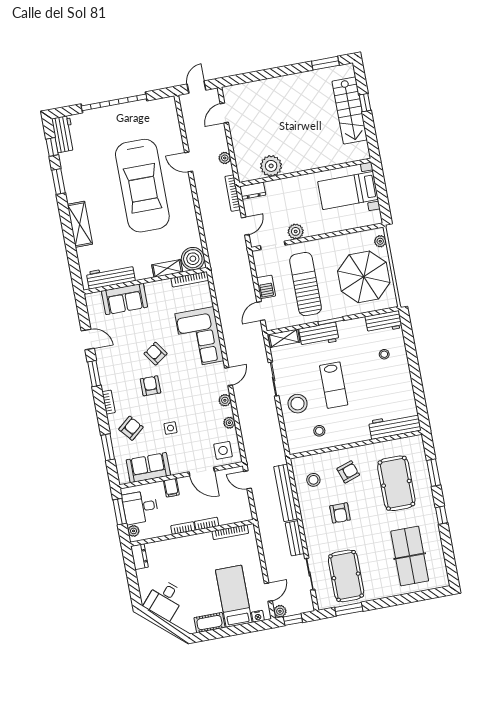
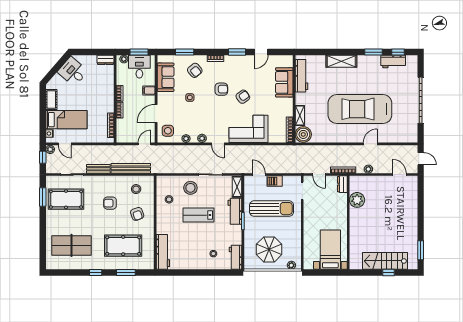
workbench: (63, 134) -> (393, 61), moved
plant: (296, 231) -> (309, 208), removed
parasol: (364, 277) -> (269, 249), width x0.73, depth x0.73

